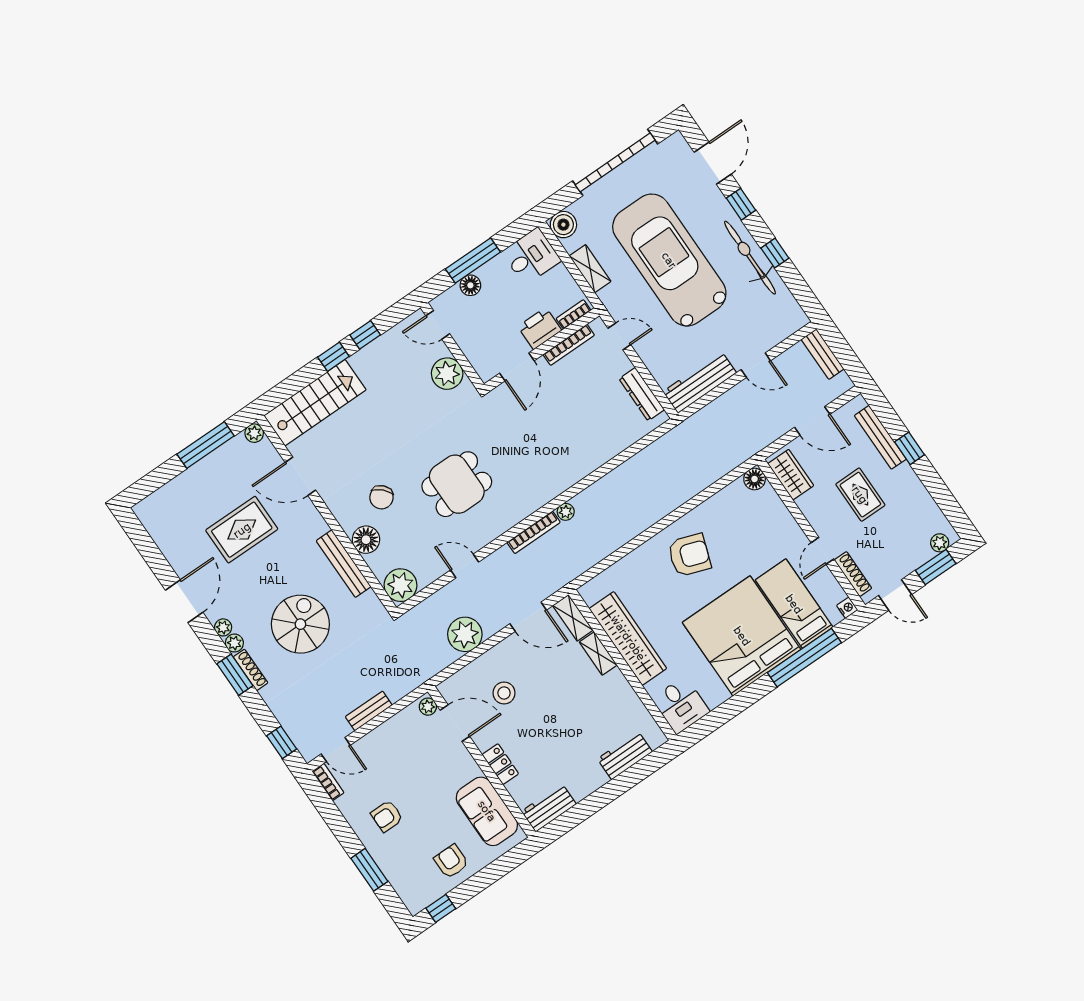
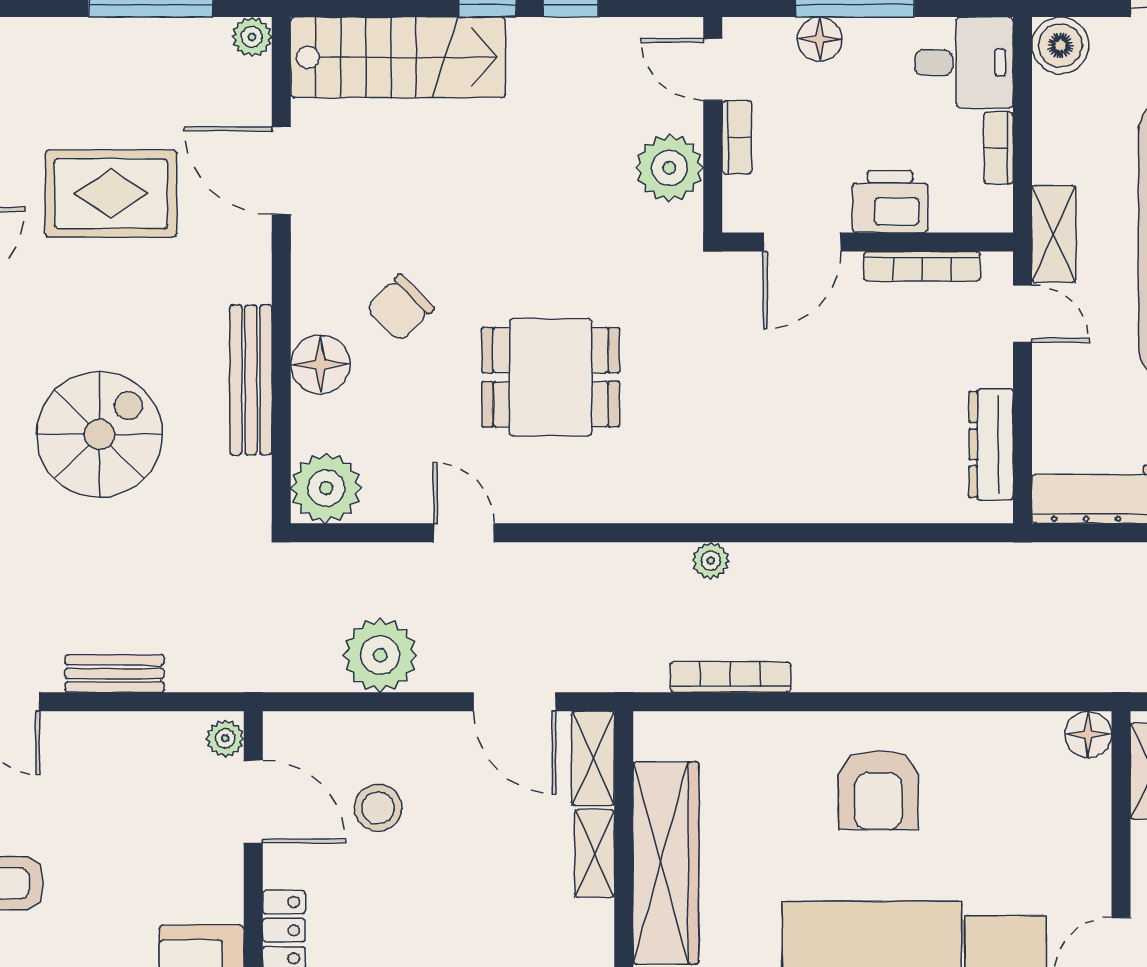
shelving: (590, 269) -> (1054, 234), moved
bookcase: (574, 314) -> (999, 148), moved, turned -90
bookcase: (465, 344) -> (737, 137), added
bookcase: (534, 532) -> (730, 677), moved, turned 180
armchair: (689, 555) -> (878, 790), turned 71

